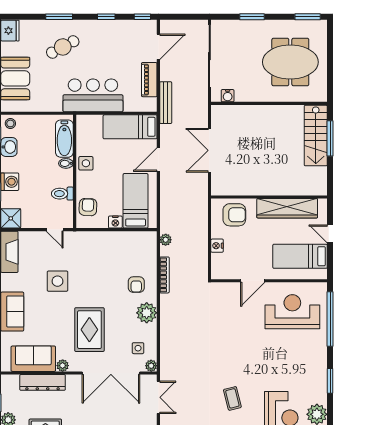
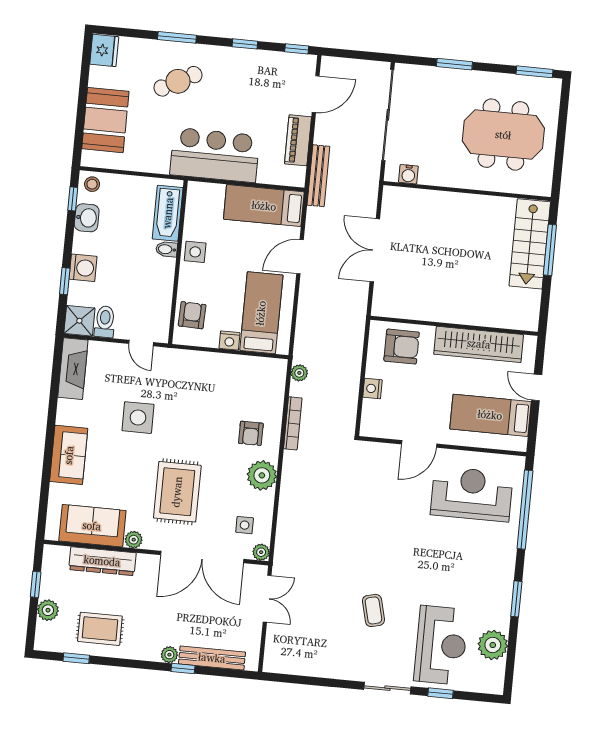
toilet: (62, 194) -> (105, 322), moved, turned 90

